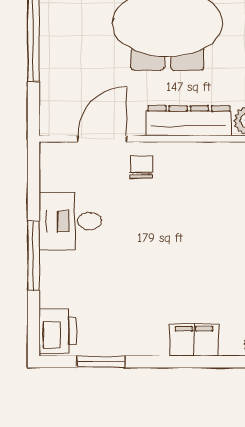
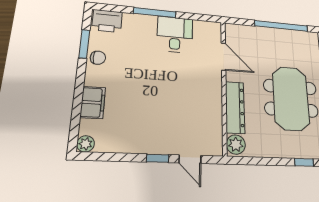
chair: (141, 167) -> (98, 58), moved

